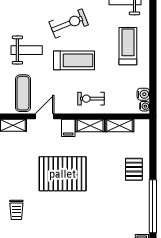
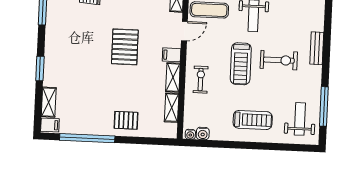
exercise bike: (69, 23) -> (279, 60), turned -68
door: (45, 116) -> (184, 31), hinge flipped
pallet: (63, 174) -> (125, 47), width x0.73, depth x0.71

